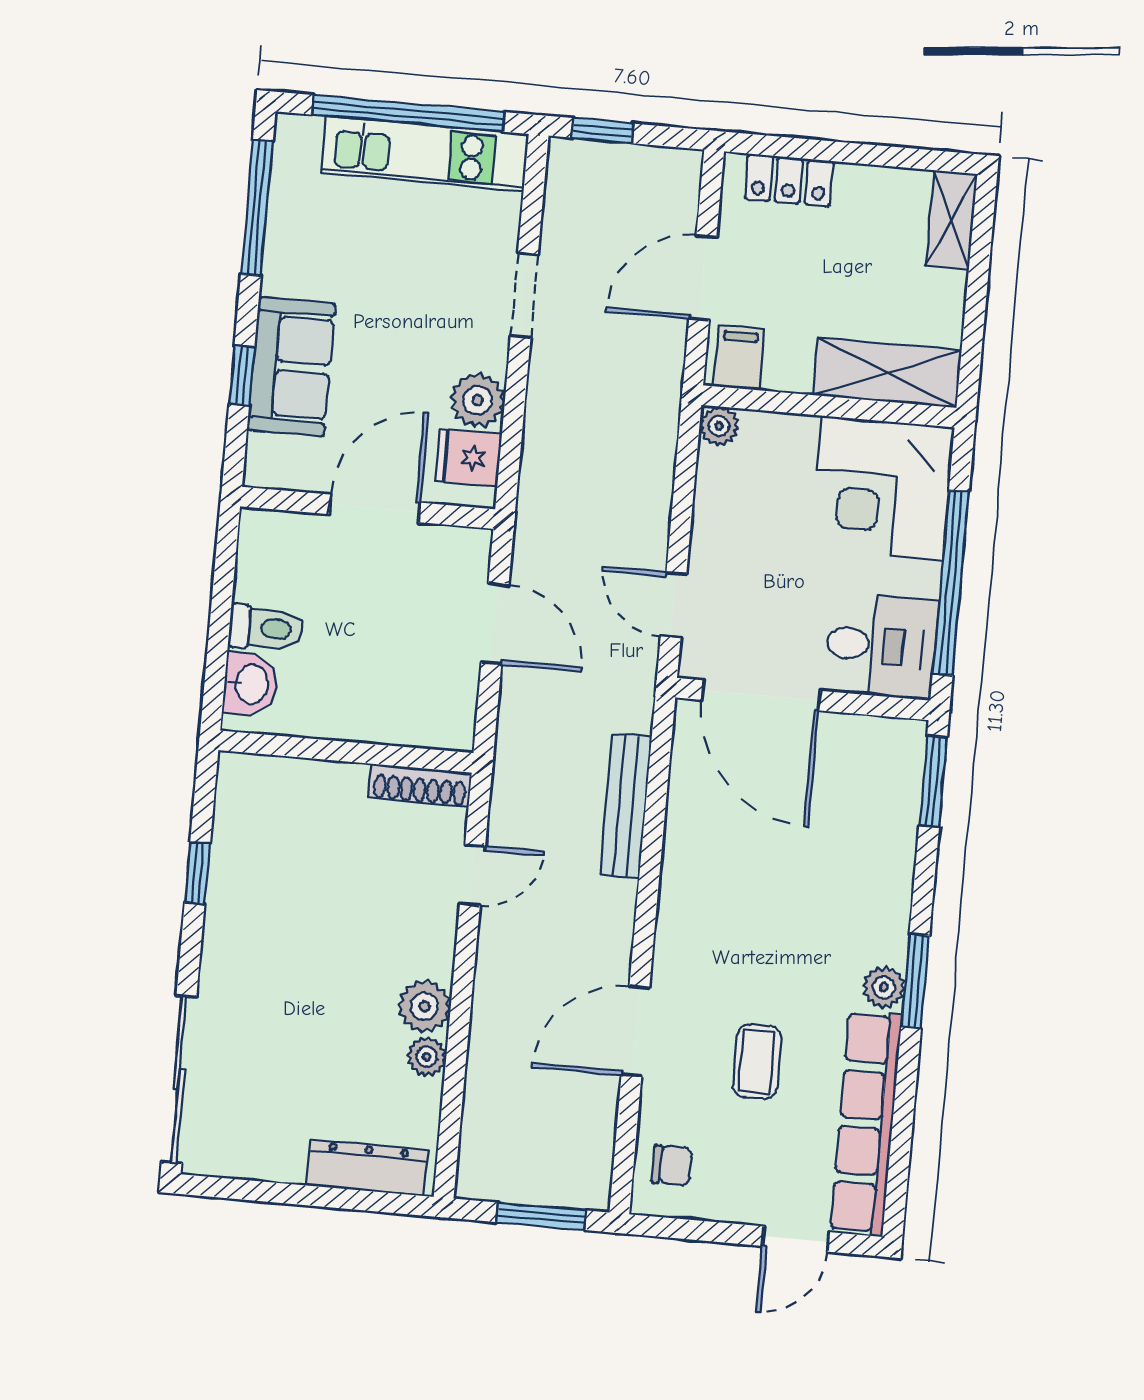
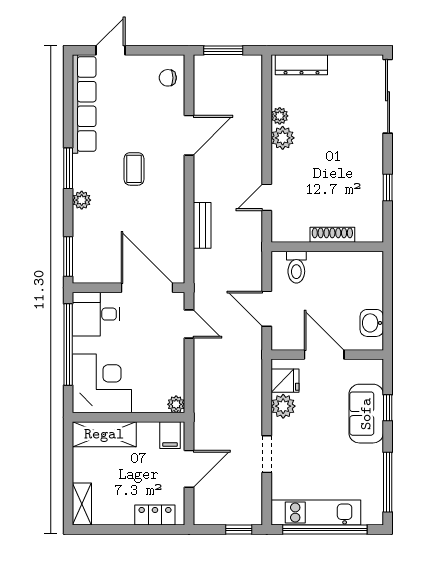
door: (374, 508) -> (324, 355), swing flipped
toilet: (266, 628) -> (296, 267), moved, turned -90
washbasin: (250, 684) -> (372, 323), moved
shoe rack: (420, 785) -> (332, 235), moved
bench: (626, 806) -> (202, 225), width x0.73
plant: (884, 987) -> (82, 200), moved
coffee table: (757, 1062) -> (134, 169), moved

